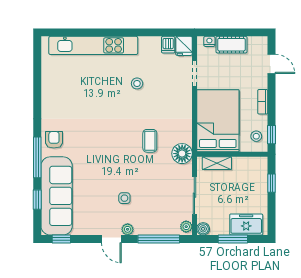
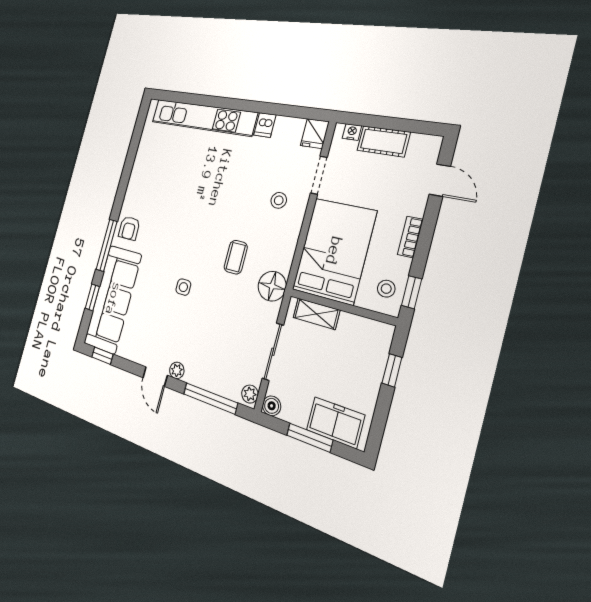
dishwasher: (168, 45) -> (265, 125), moved
stool: (137, 83) -> (279, 200), moved
armchair: (54, 140) -> (129, 228), turned 180
side table: (124, 198) -> (183, 287), moved

